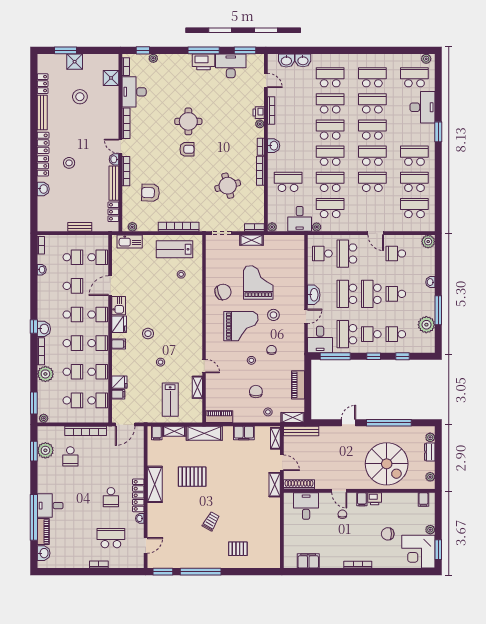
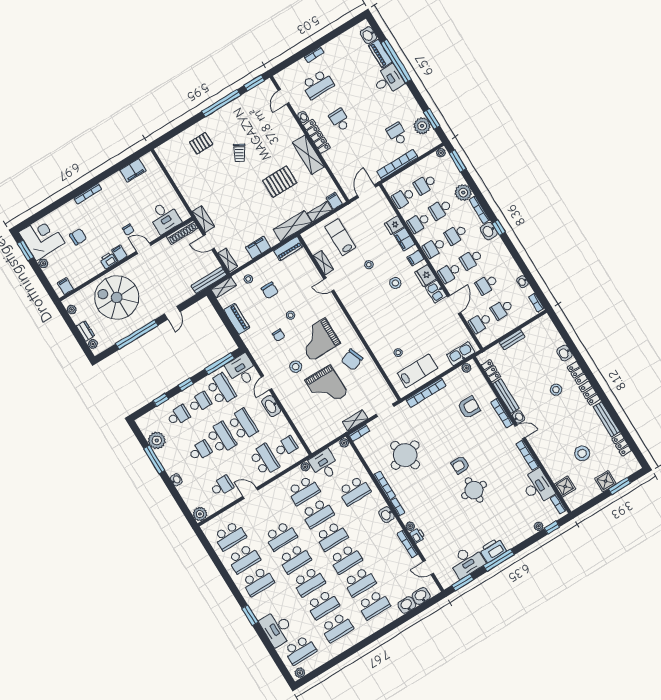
round table: (228, 186) -> (405, 455), width x1.36, depth x1.36
filing cabinet: (118, 394) -> (404, 239), moved, width x2.00

